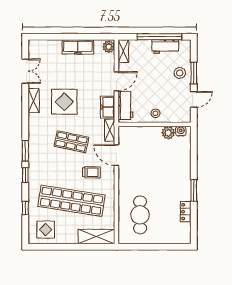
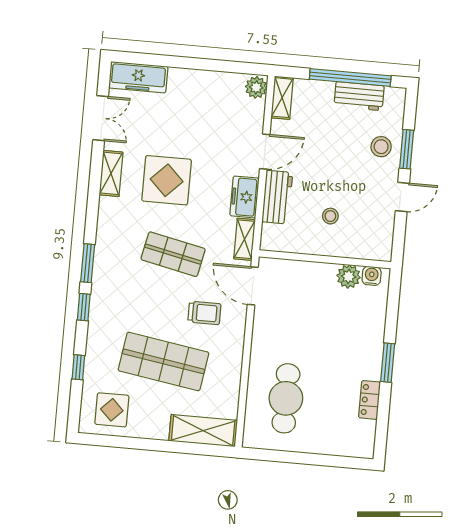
freezer: (78, 47) -> (138, 77), moved
wall: (155, 124) -> (325, 259), moved
water cooler: (181, 131) -> (372, 276), moved
plant: (168, 133) -> (349, 276), moved
shop shelf: (71, 201) -> (163, 361), width x0.71

